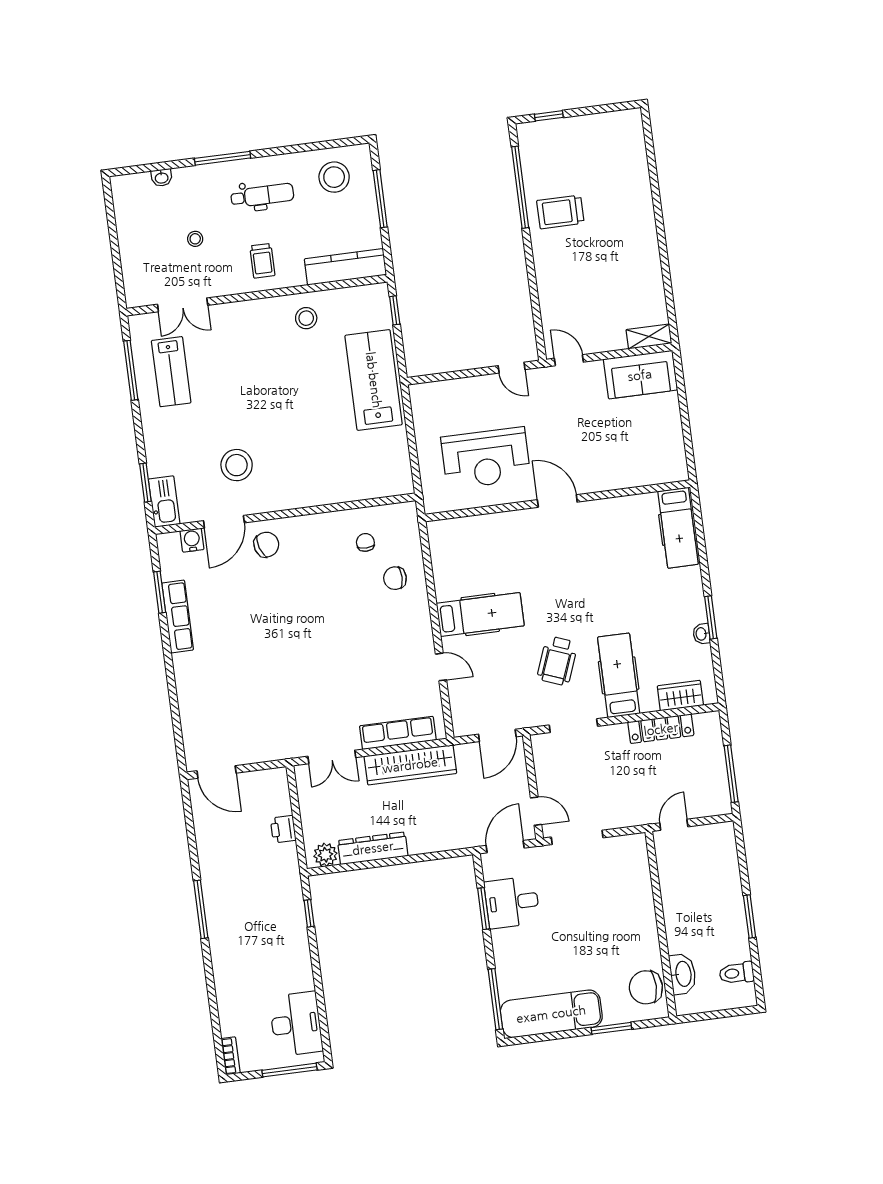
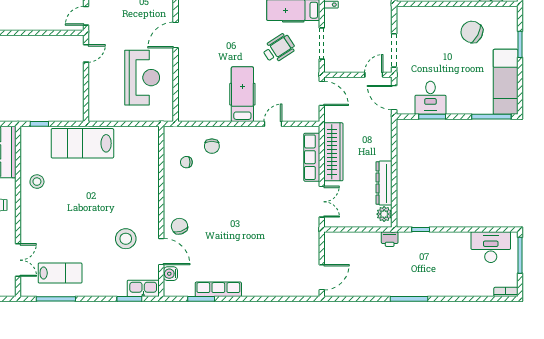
wheelchair: (557, 661) -> (279, 48), turned -54
printer: (283, 829) -> (390, 239), moved
chair: (646, 987) -> (472, 32), moved, turned 118

